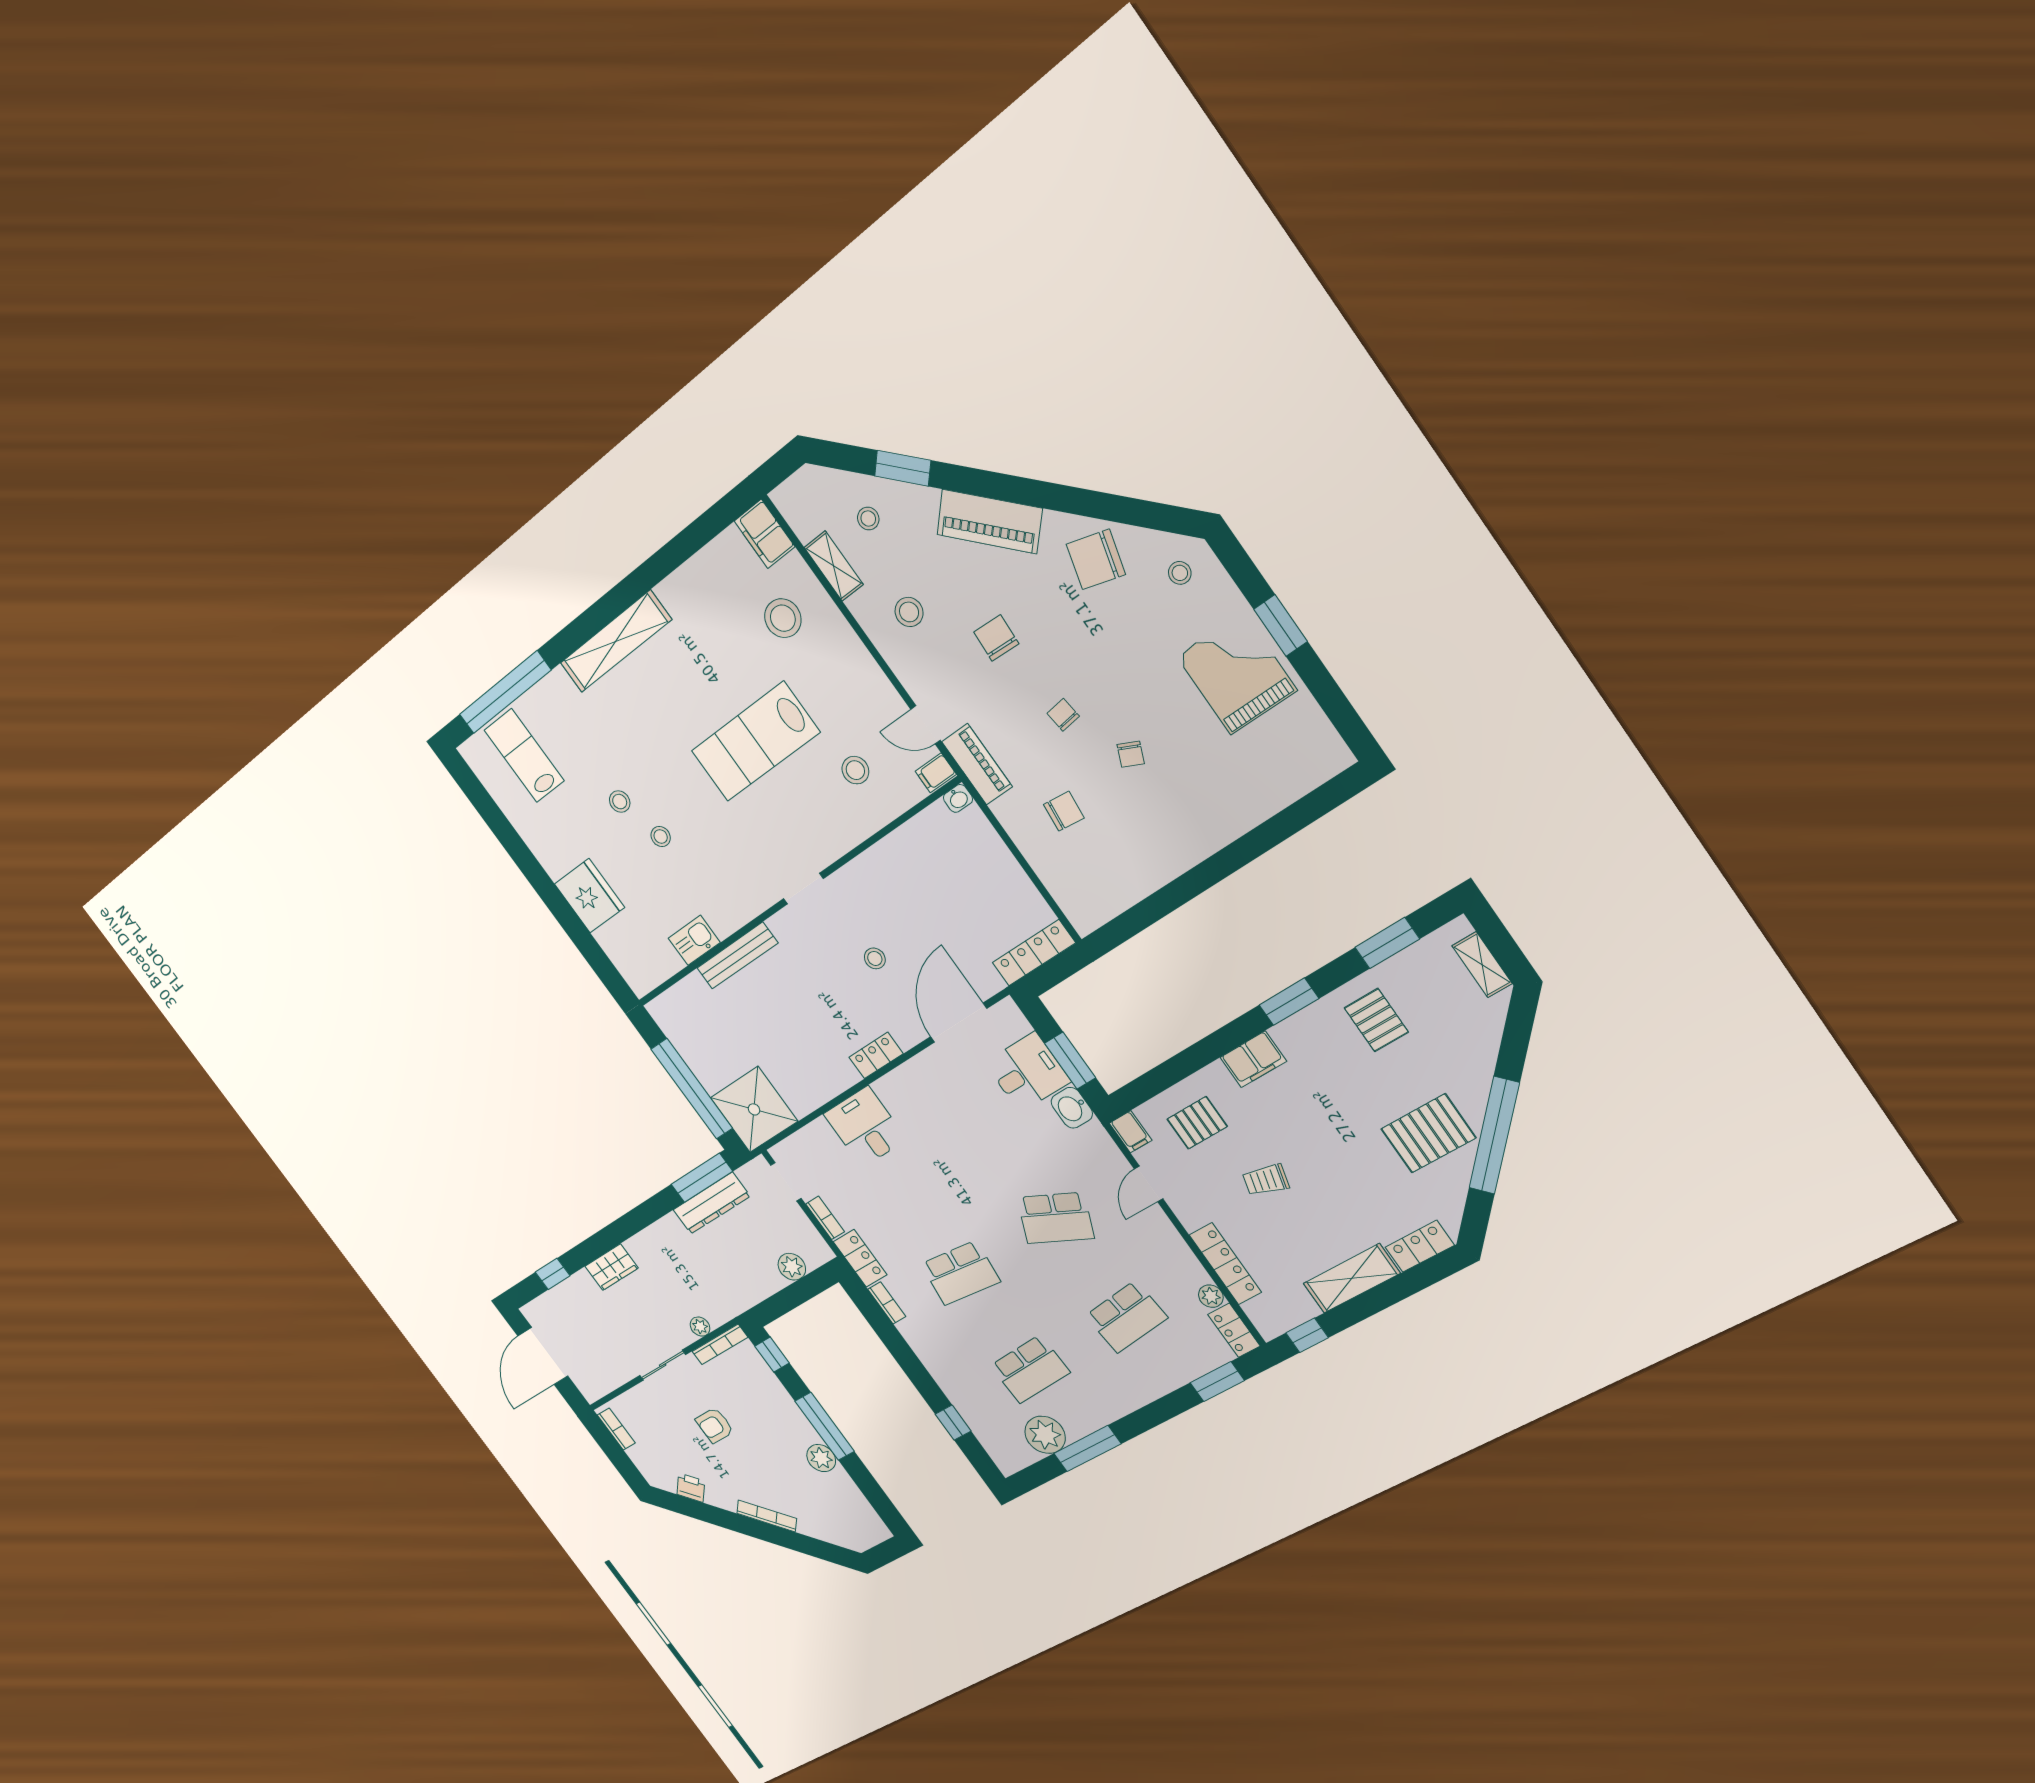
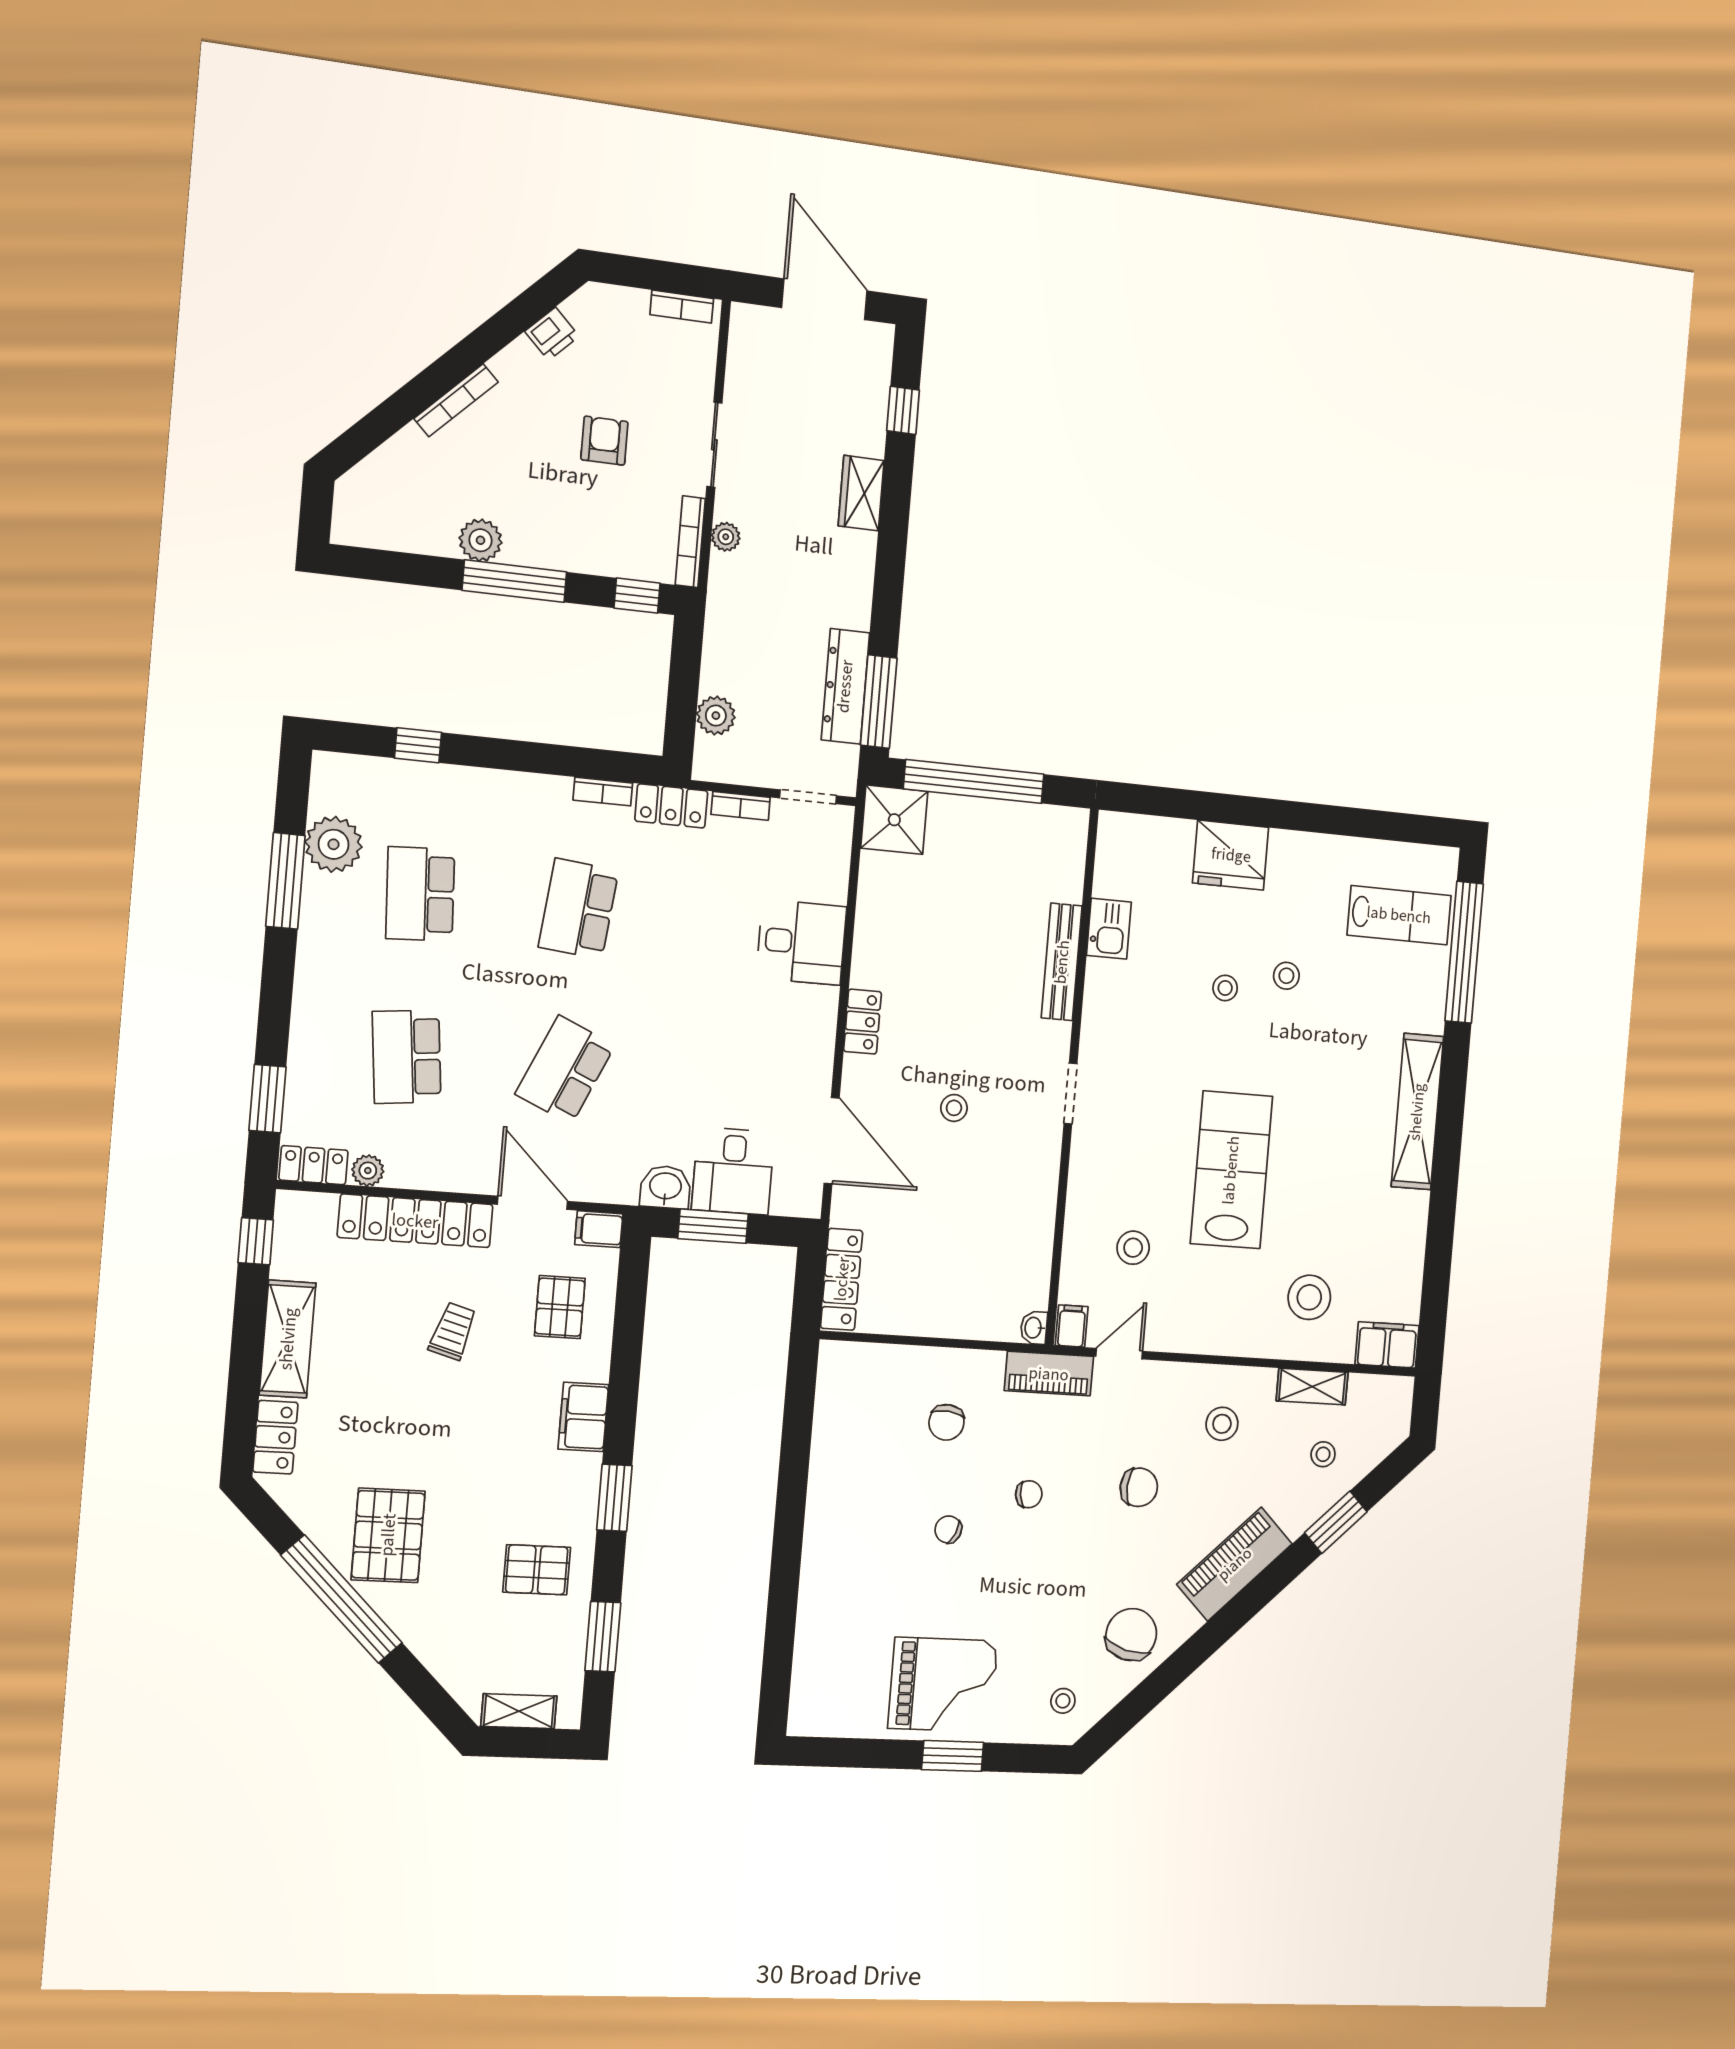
shower: (754, 1109) -> (894, 820), width x0.73, depth x0.73
door: (1149, 1184) -> (532, 1203), width x1.38
locker: (1225, 1264) -> (415, 1221), width x1.41, depth x1.21

